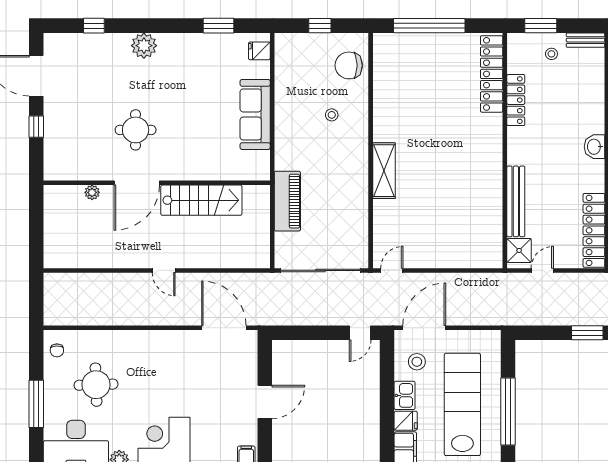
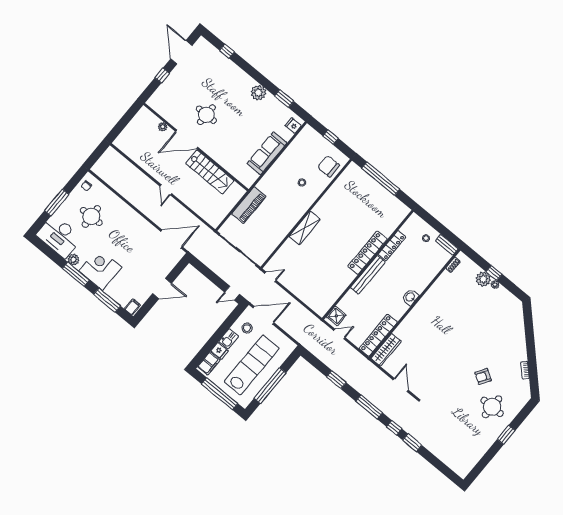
window: (541, 26) -> (432, 221), removed
plant: (144, 46) -> (258, 93), moved
locker: (492, 74) -> (368, 253), moved
bench: (516, 201) -> (368, 275), moved
door: (224, 328) -> (172, 239), hinge flipped

